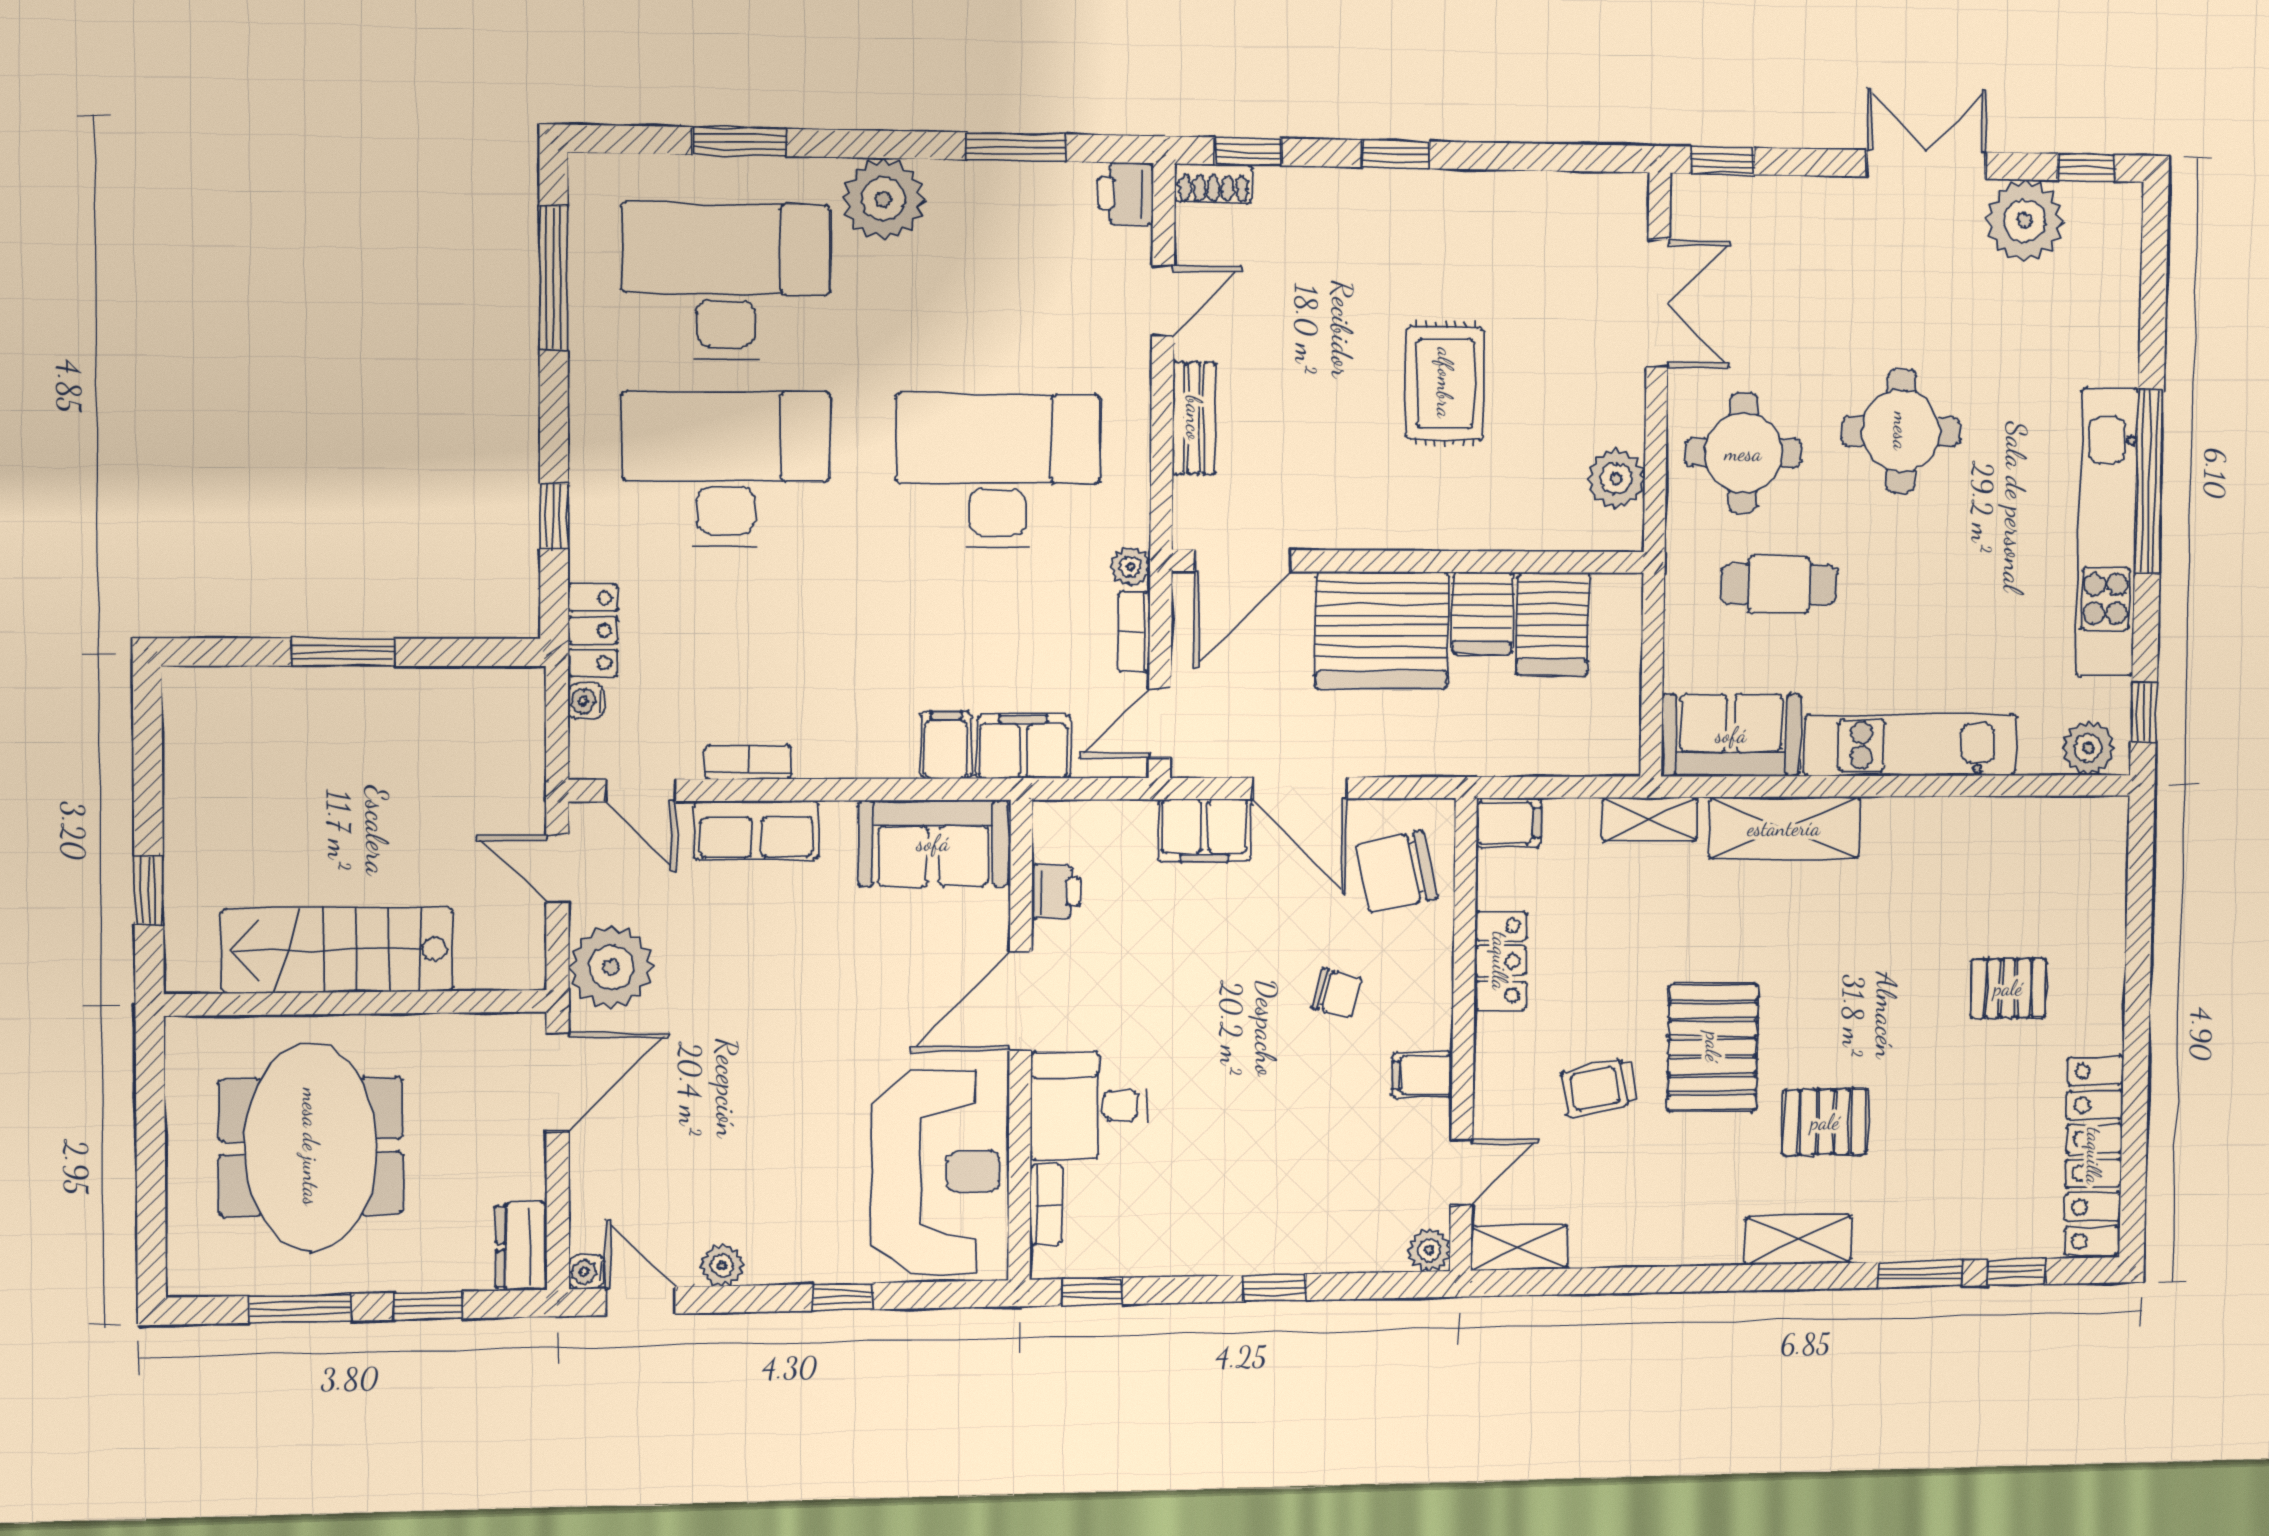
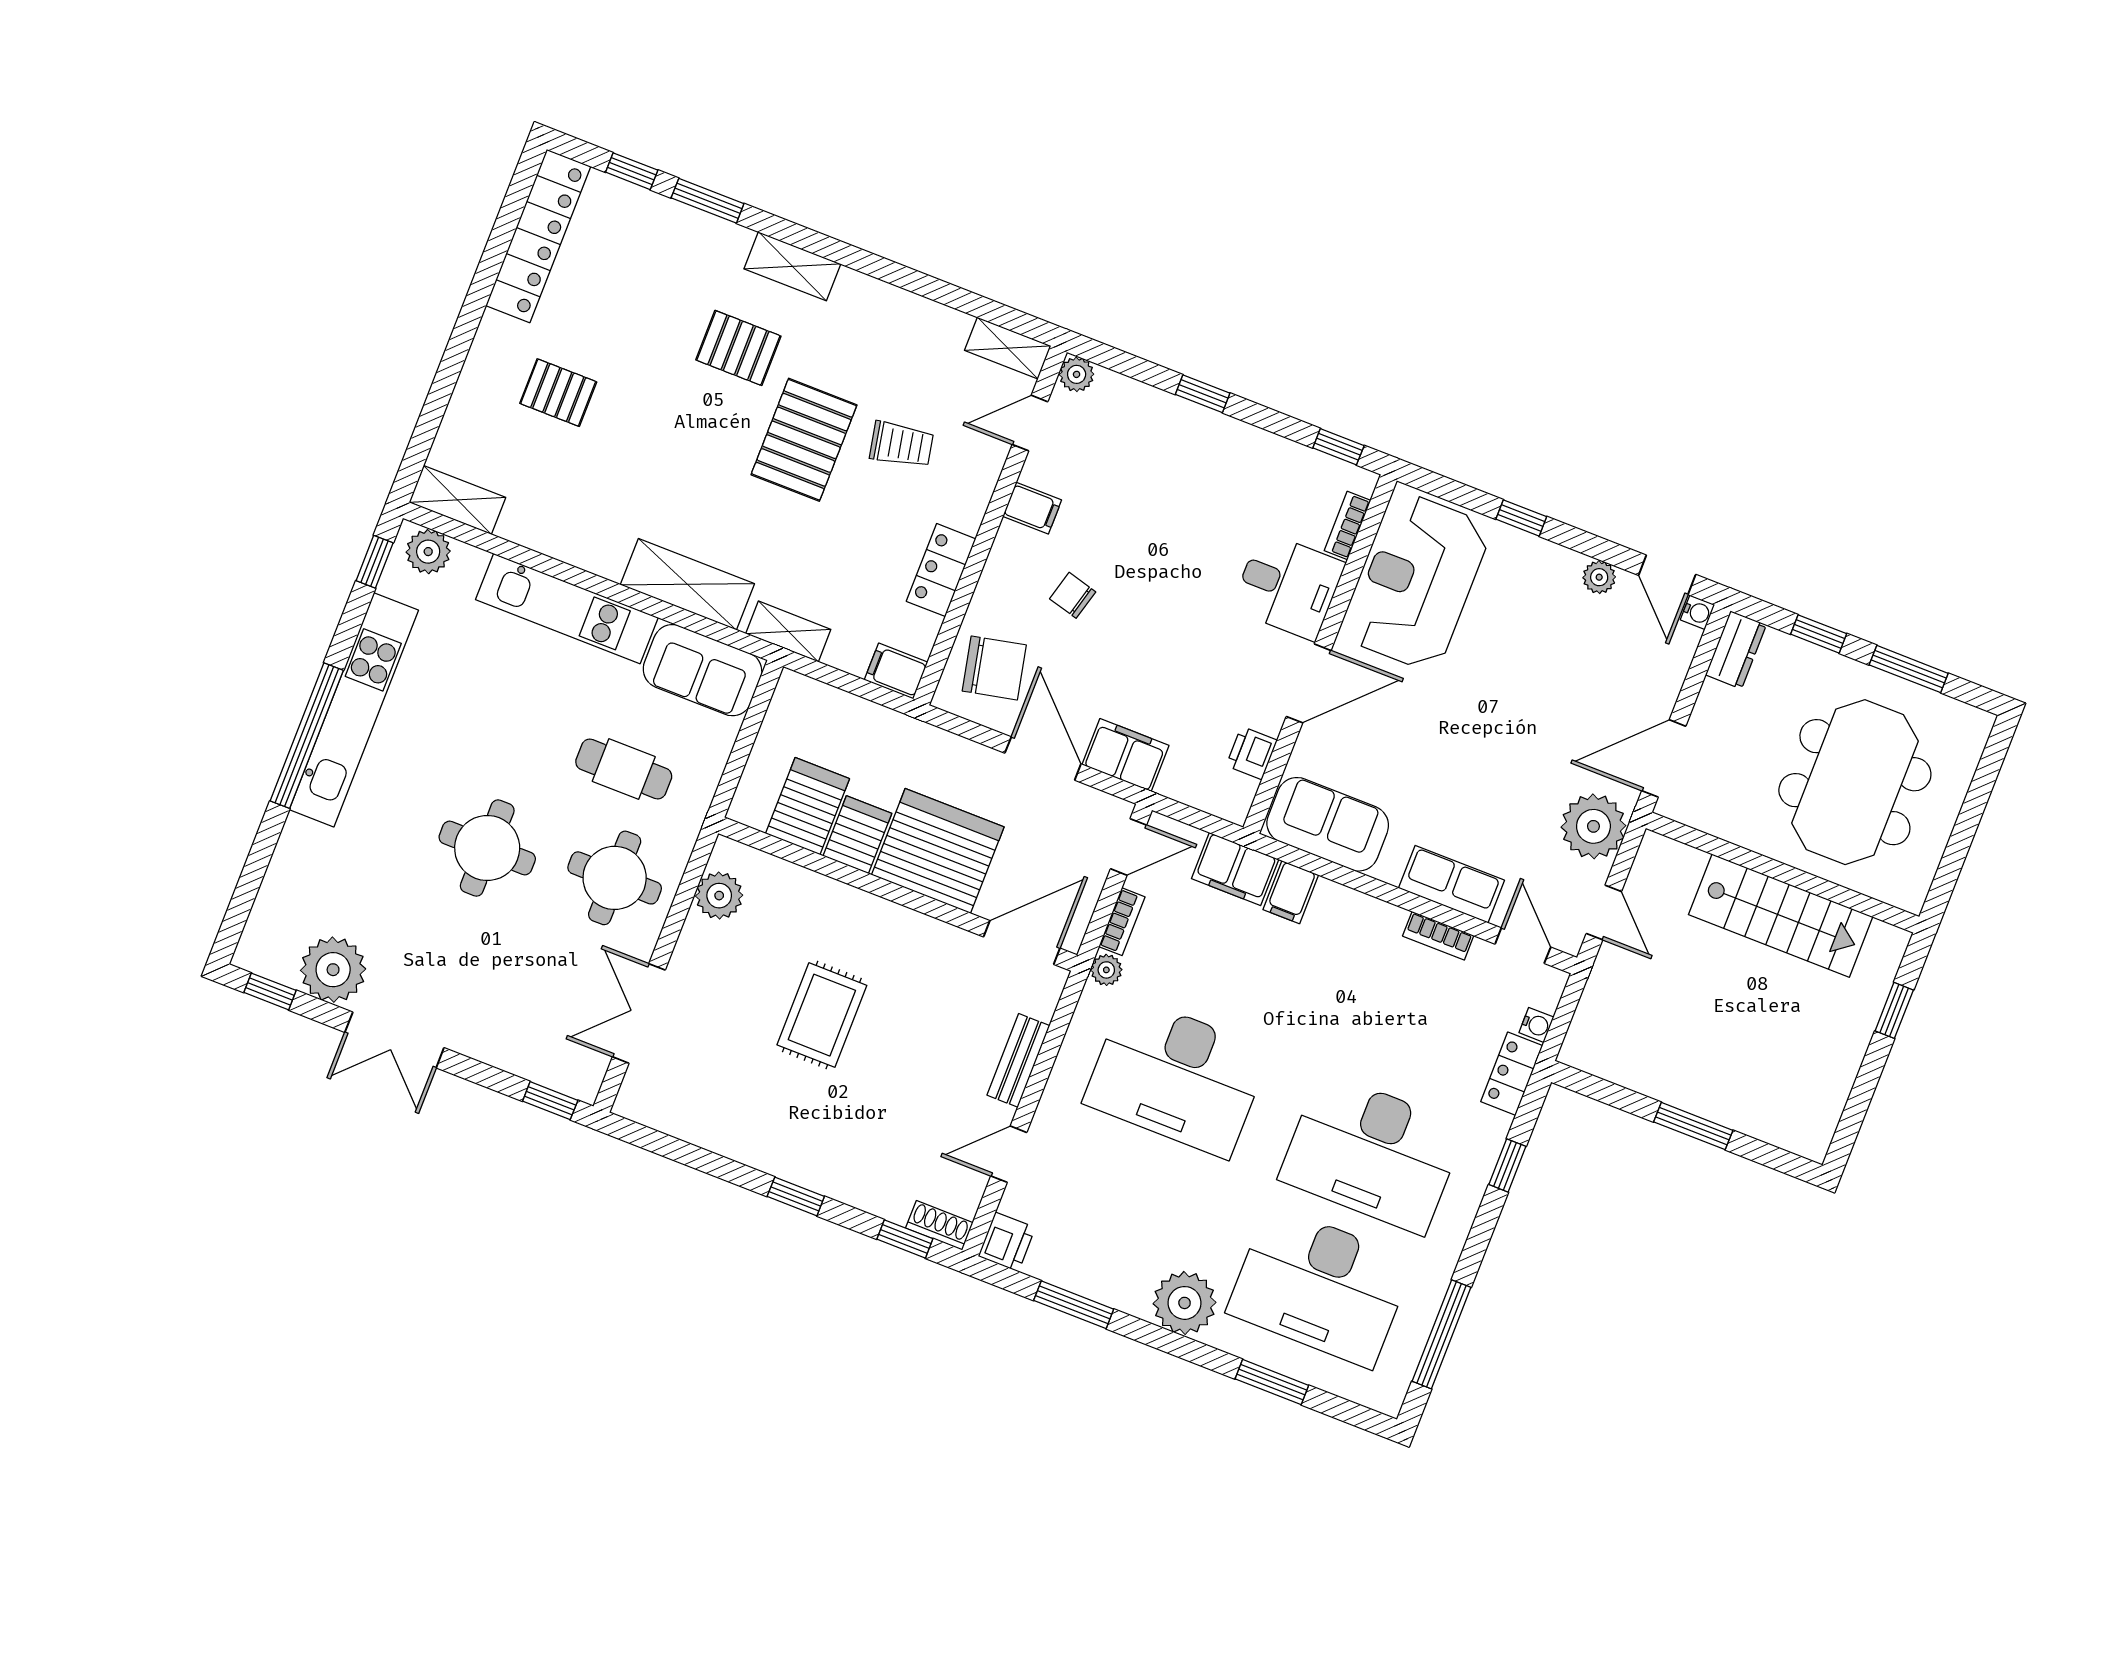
shelving: (2077, 820) -> (457, 500), added

